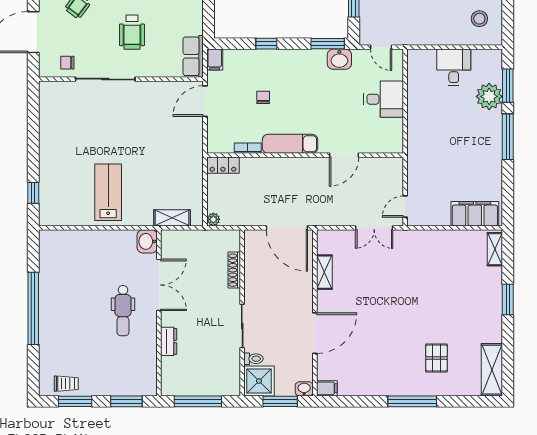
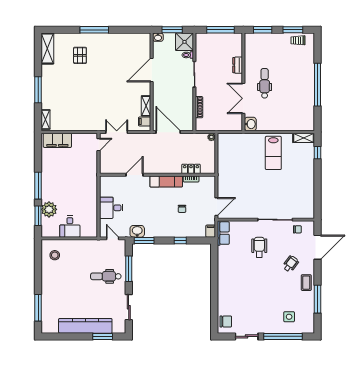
locker: (223, 165) -> (191, 169), moved
shelving: (172, 218) -> (304, 138), moved
window: (508, 299) -> (38, 90), width x1.44
filing cabinet: (327, 388) -> (145, 121), moved

